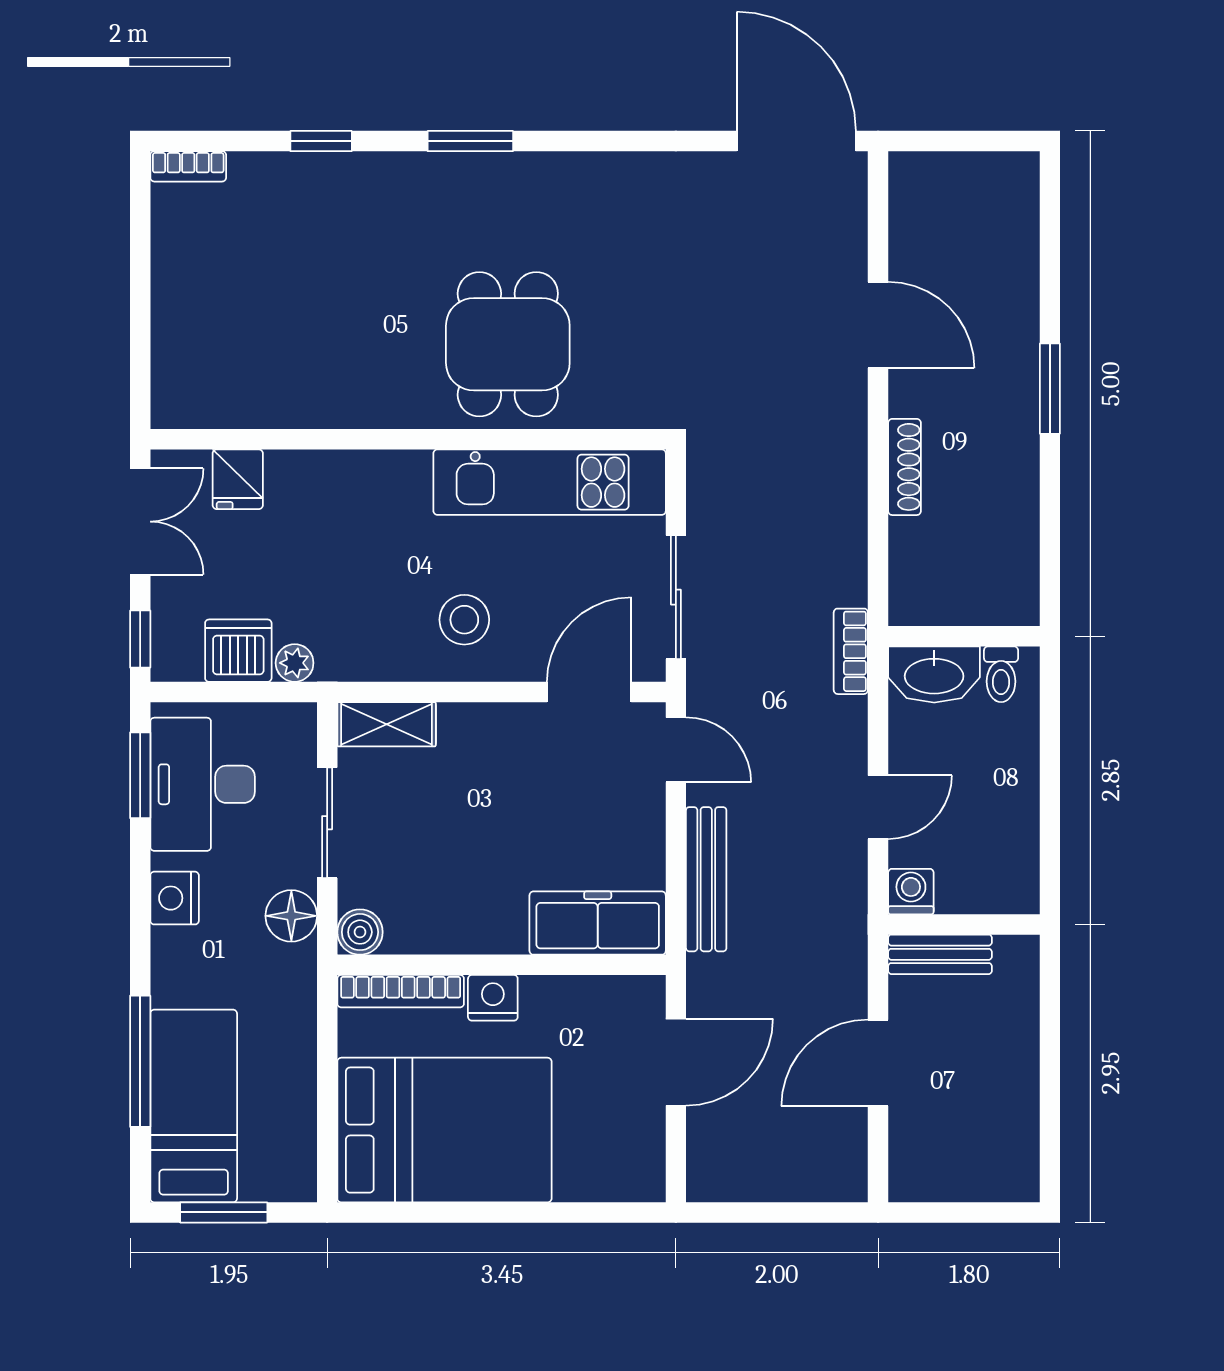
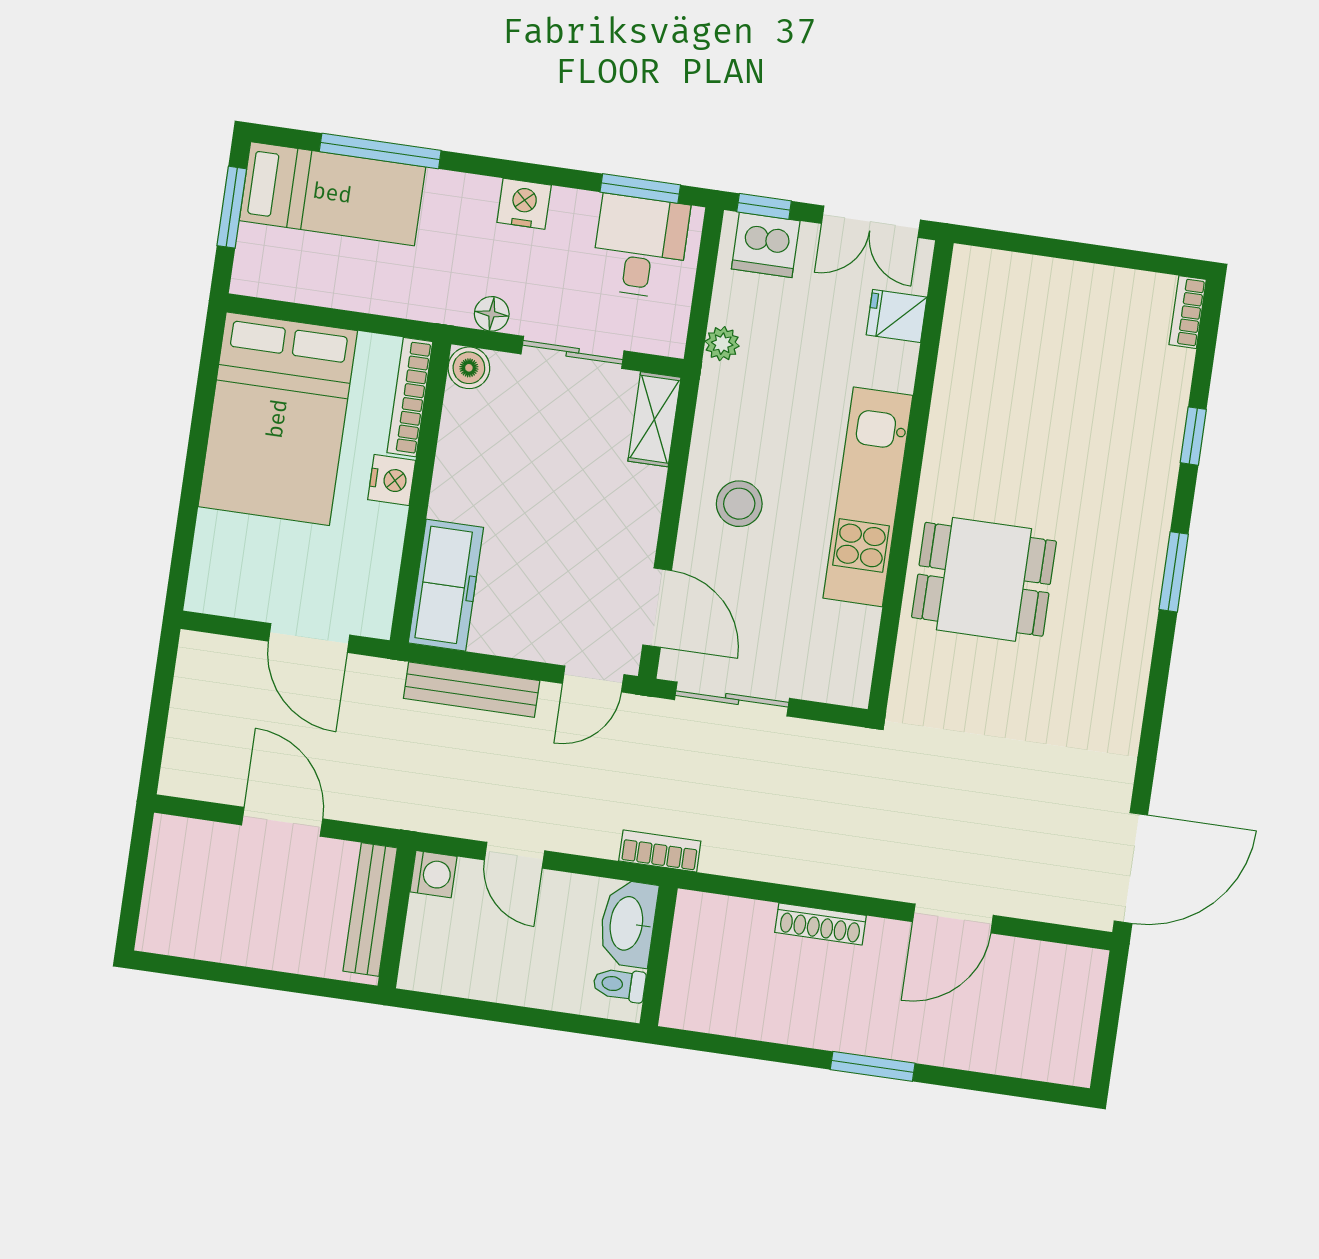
kitchen unit: (550, 482) -> (868, 497), moved
dishwasher: (238, 651) -> (766, 245), moved, turned 90
desk: (203, 784) -> (640, 246), width x0.73
floor lamp: (291, 916) -> (492, 314), width x0.73, depth x0.73
bench: (940, 954) -> (370, 909), width x1.36

